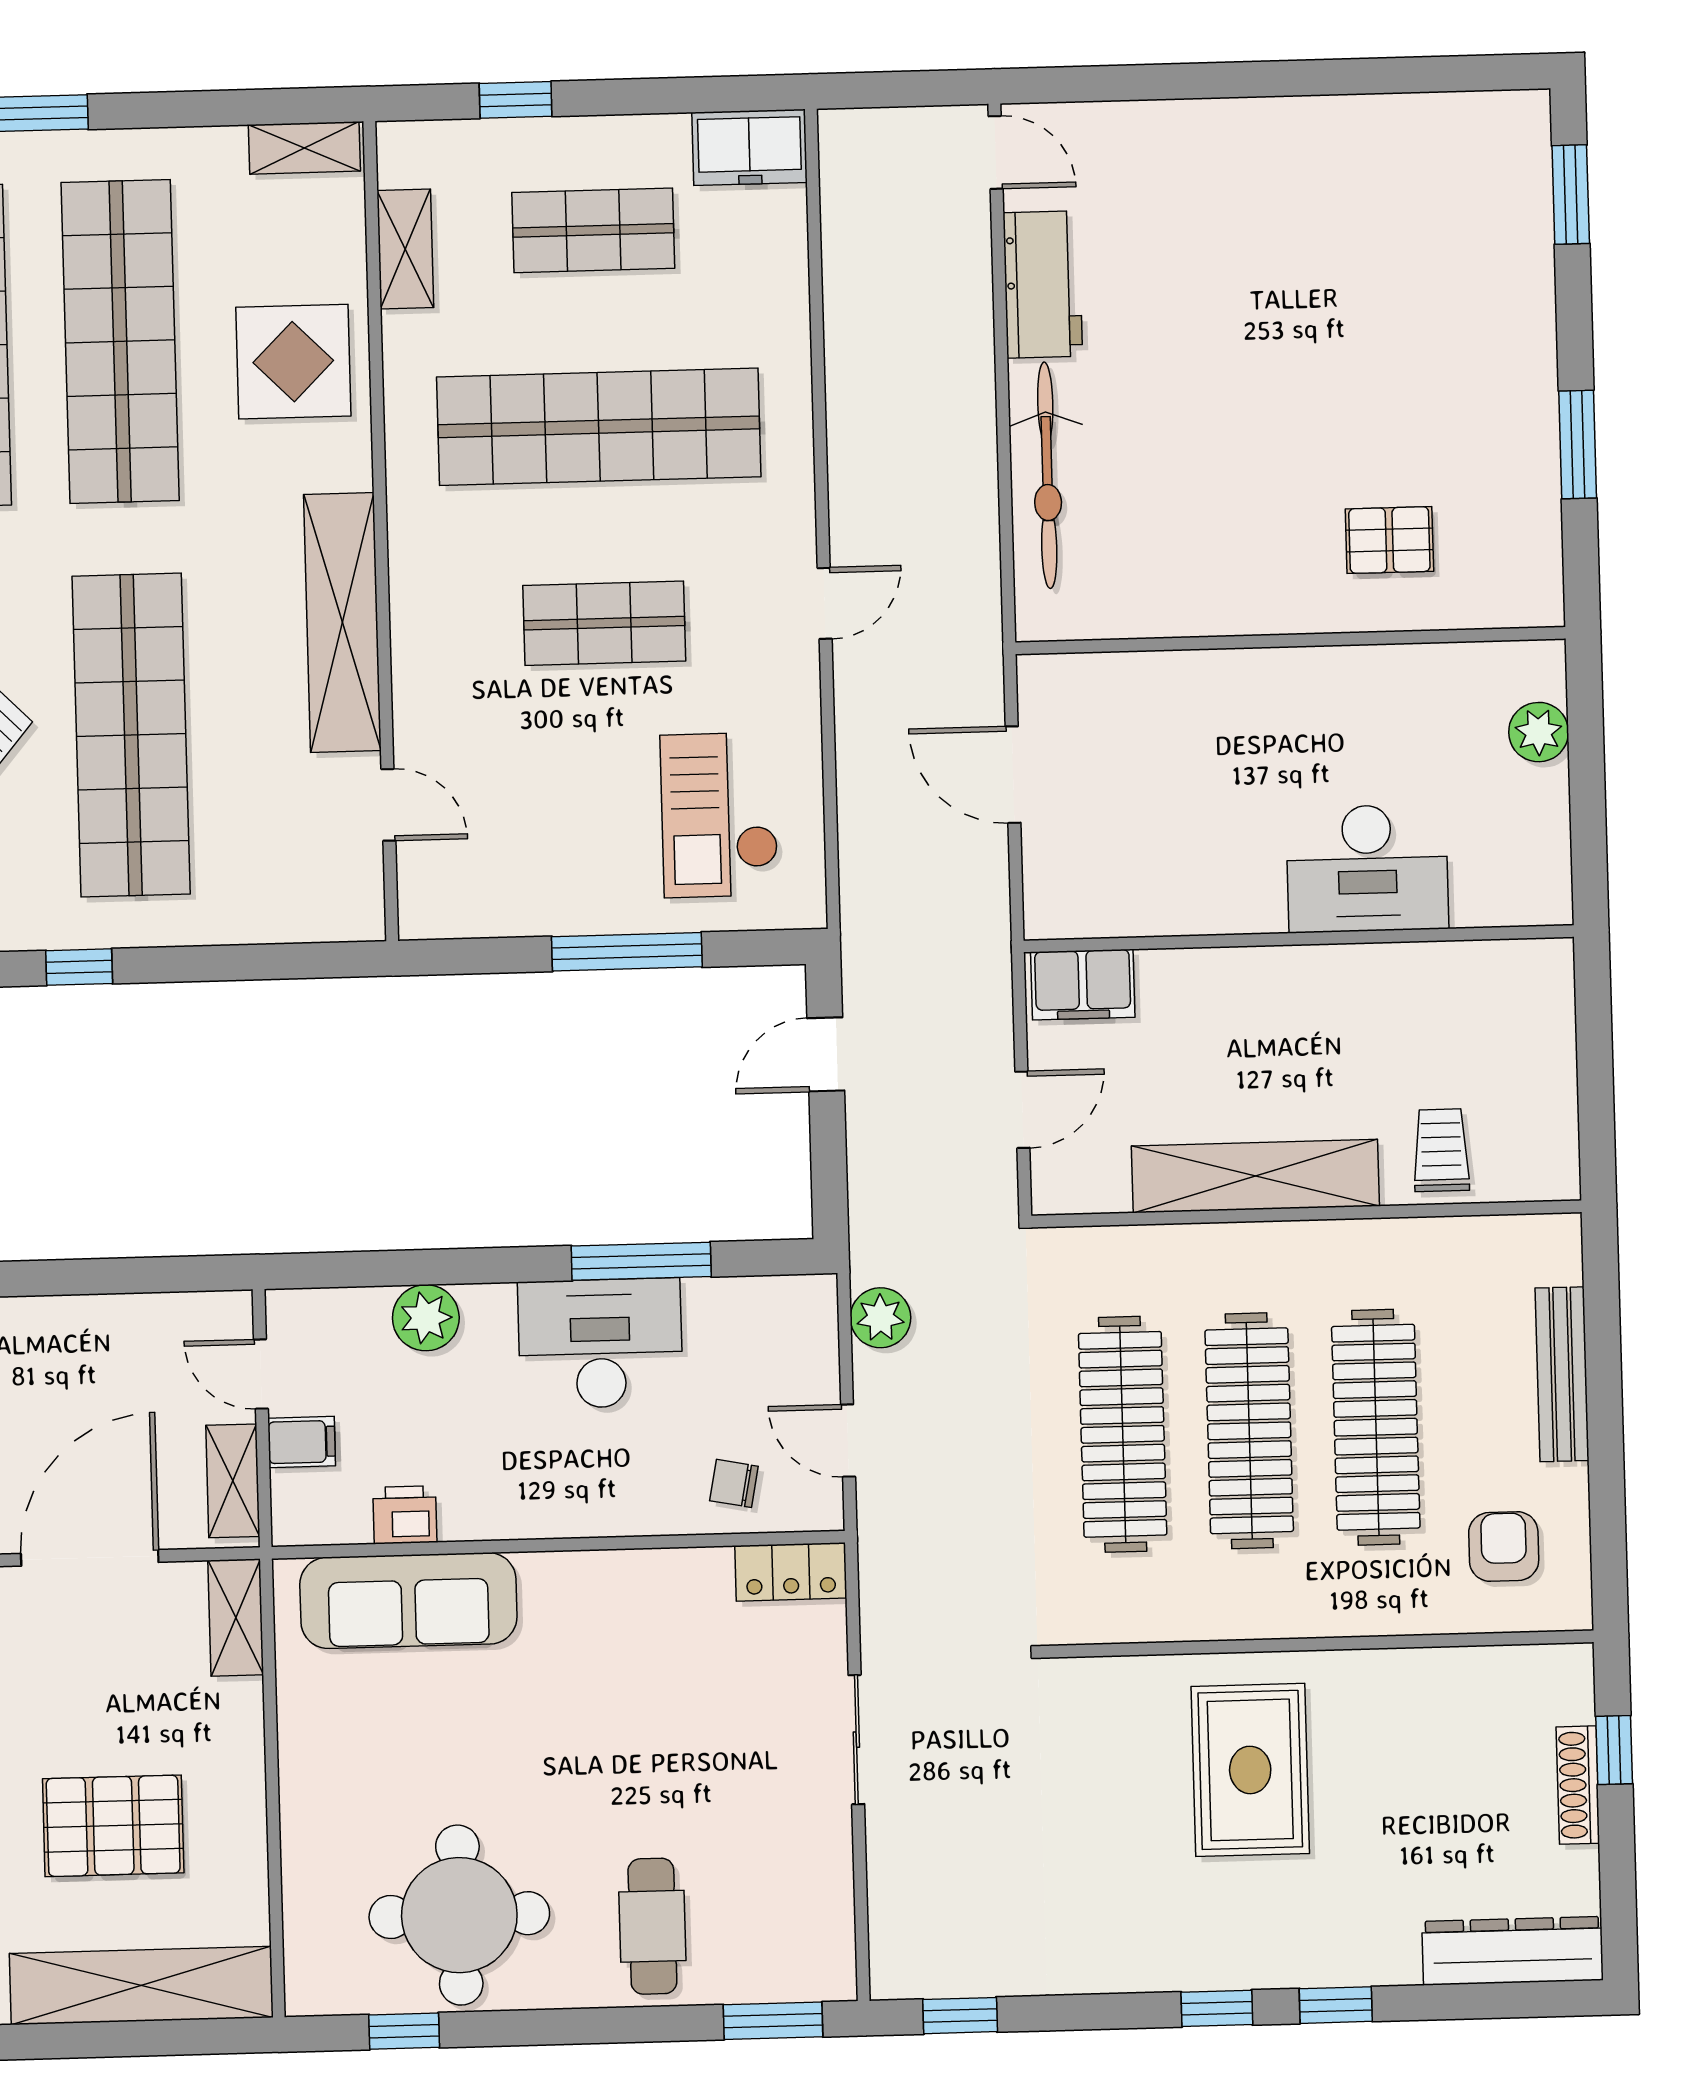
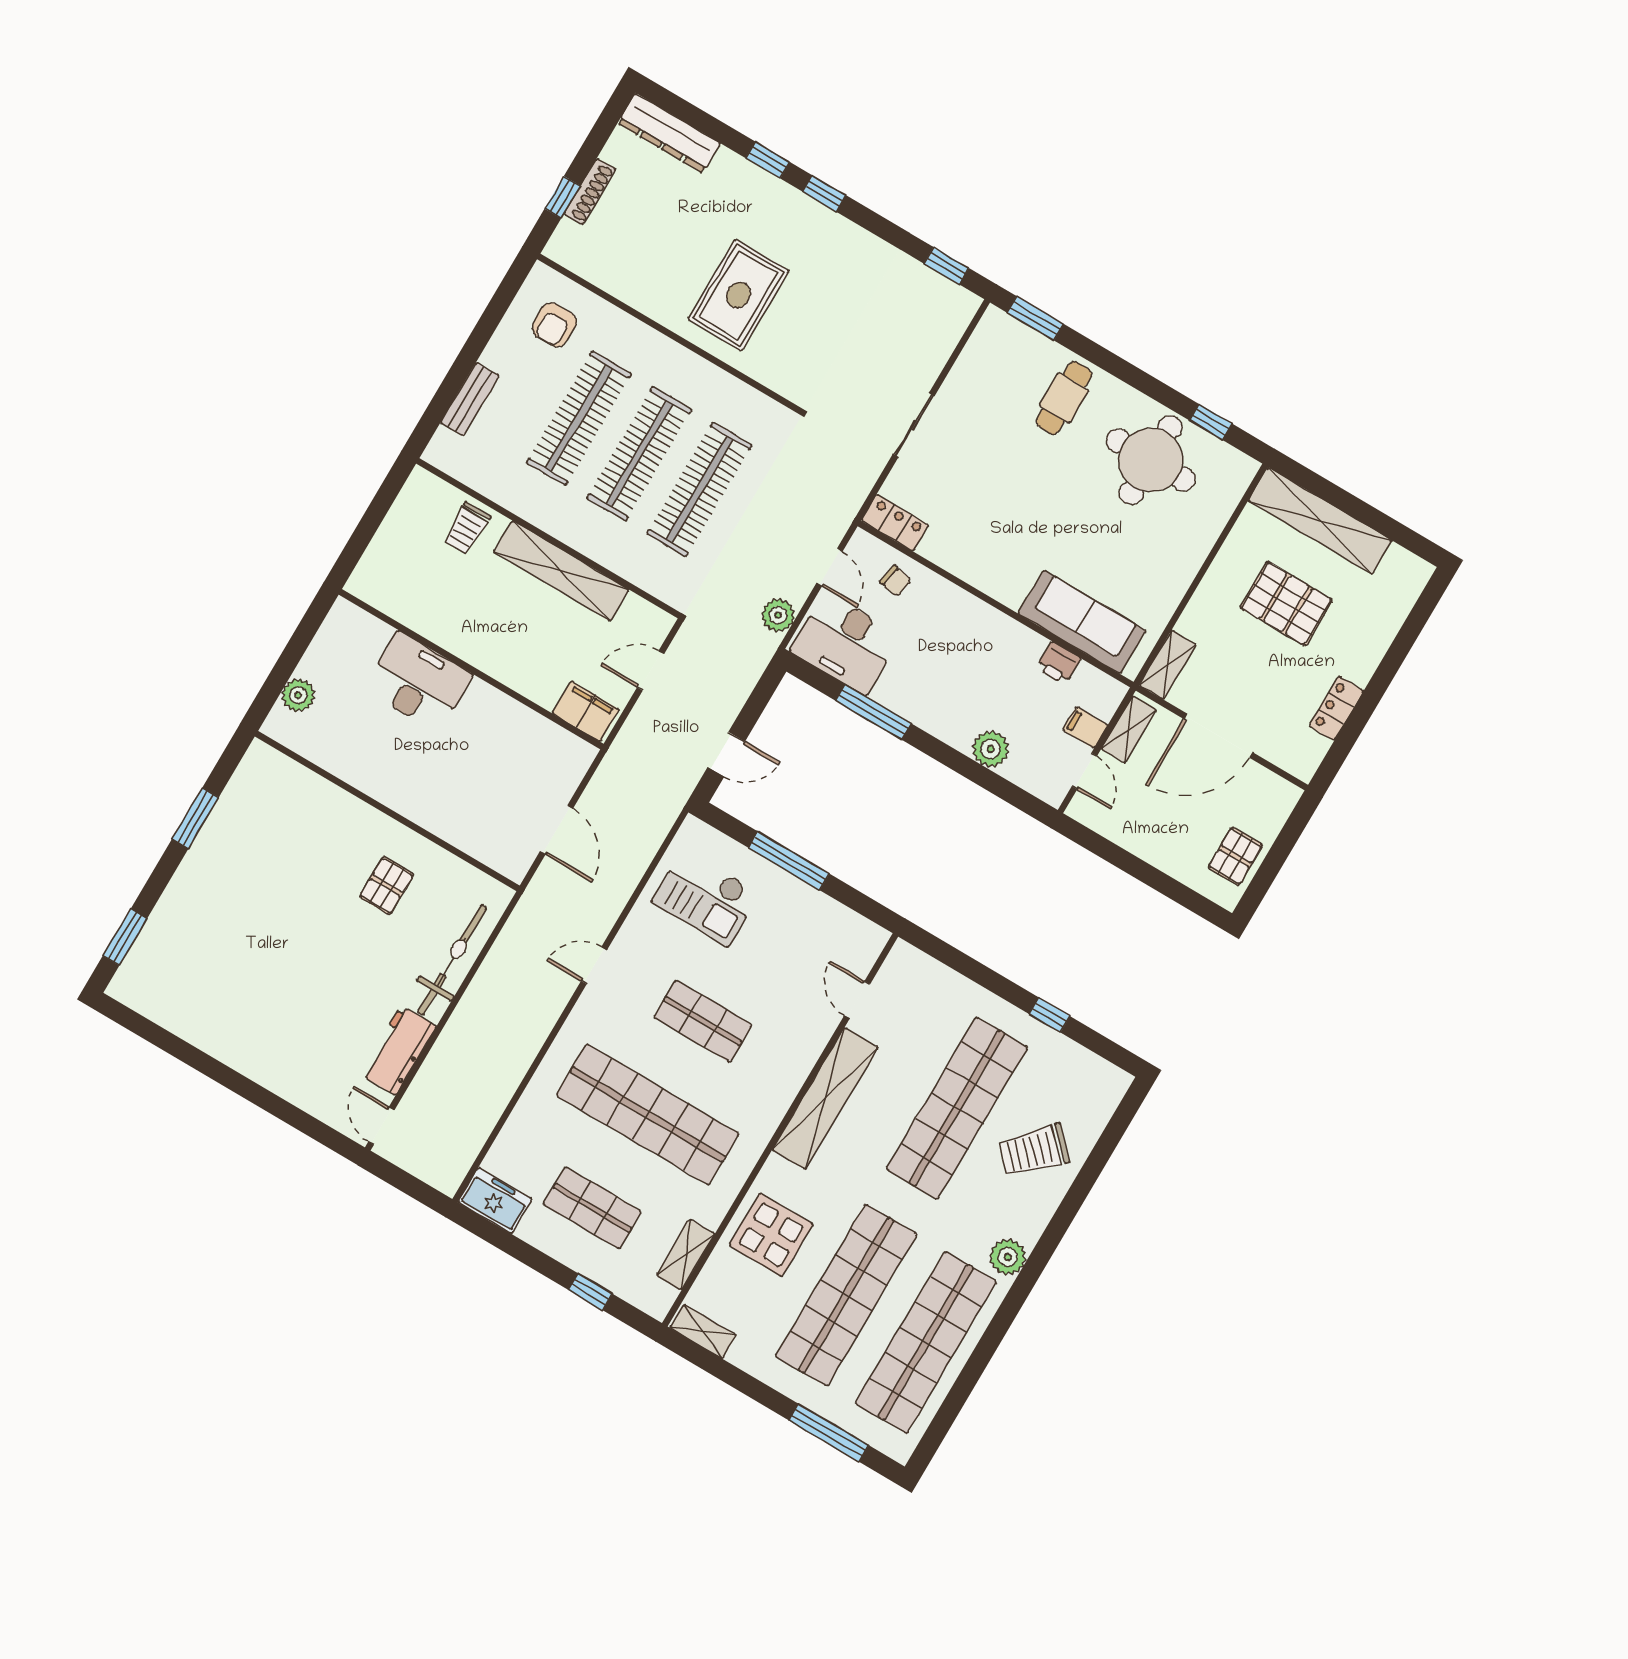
pallet: (1389, 540) -> (387, 886), moved, turned 90
checkout: (719, 815) -> (705, 898), turned 90
desk: (600, 1343) -> (845, 643), moved
bench: (1562, 1374) -> (470, 399), width x0.73

